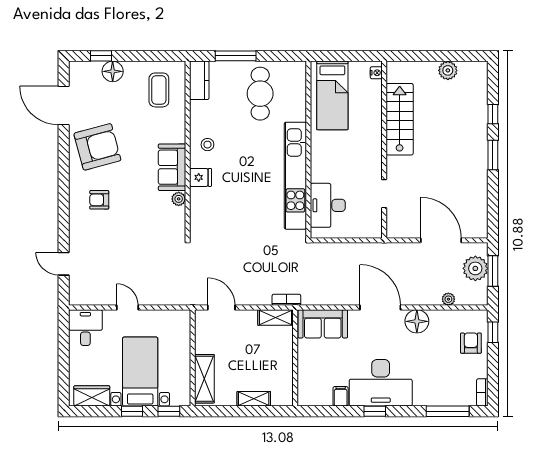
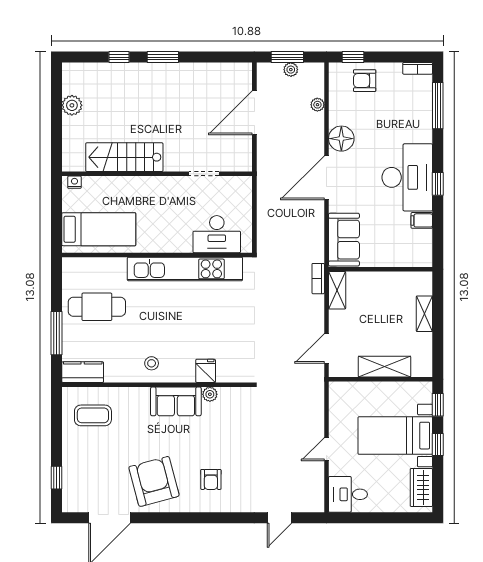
floor lamp: (113, 71) -> (73, 465), removed
fridge: (200, 177) -> (206, 371), moved
plant: (475, 268) -> (291, 70), width x0.53, depth x0.53
shelving: (204, 379) -> (385, 367), moved

